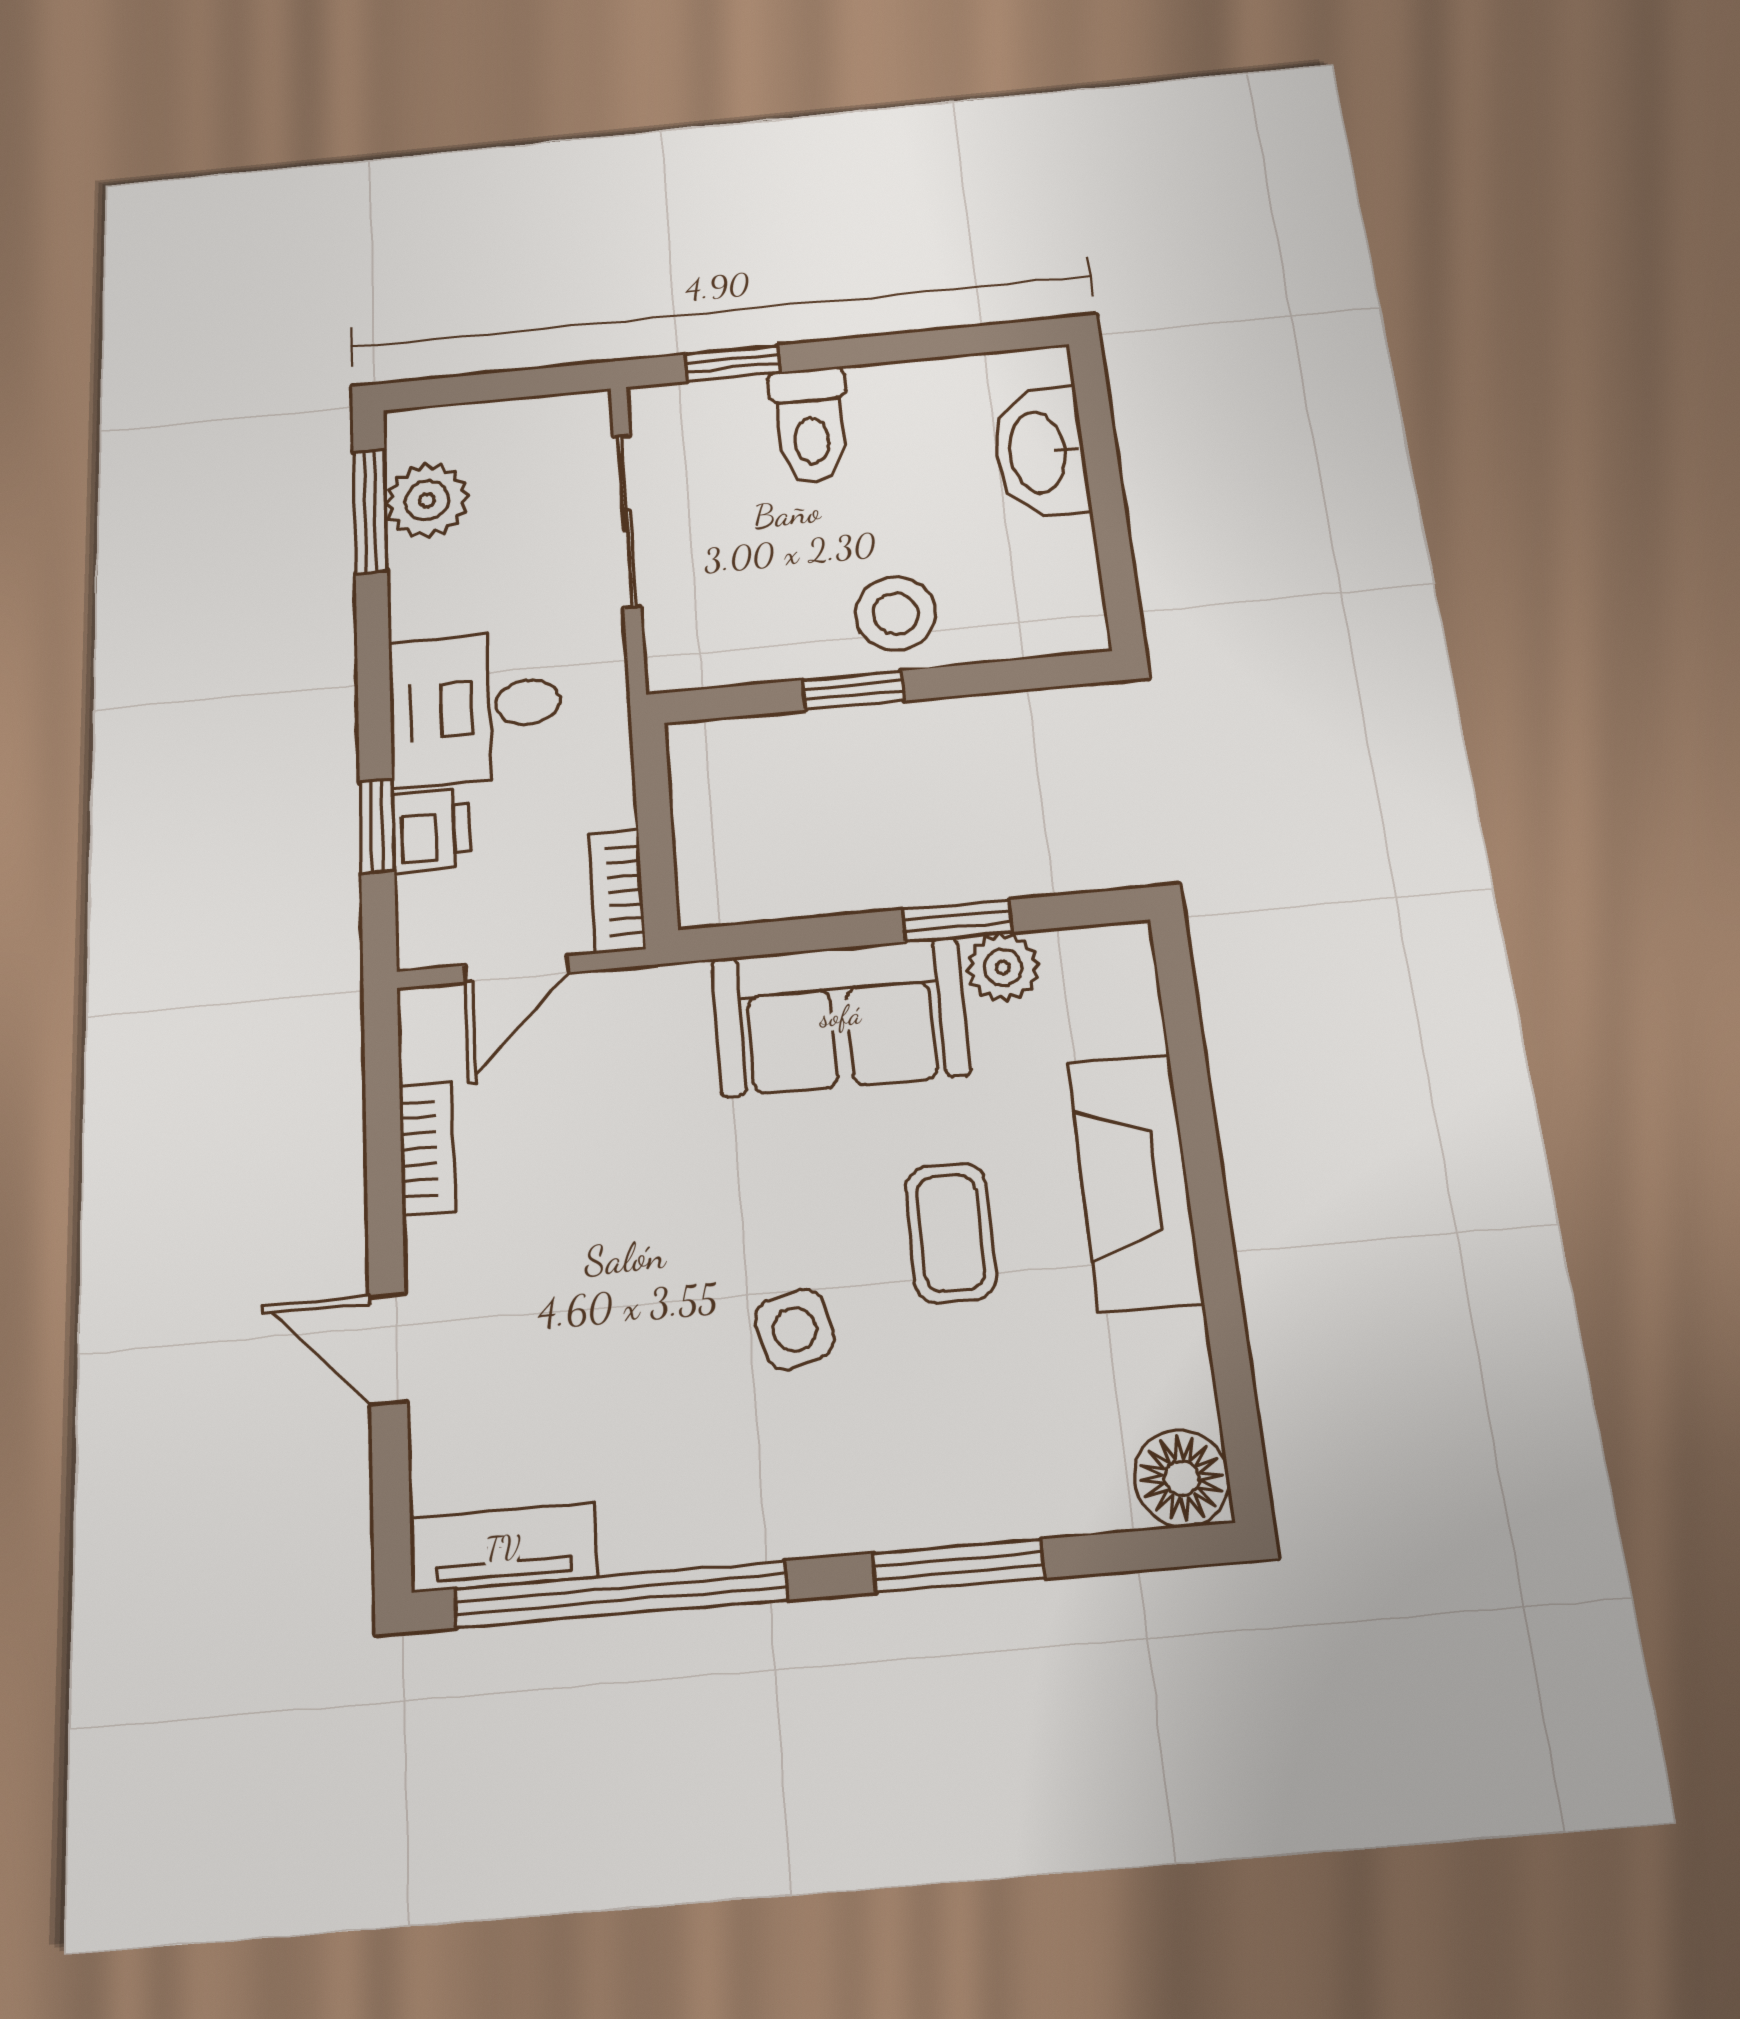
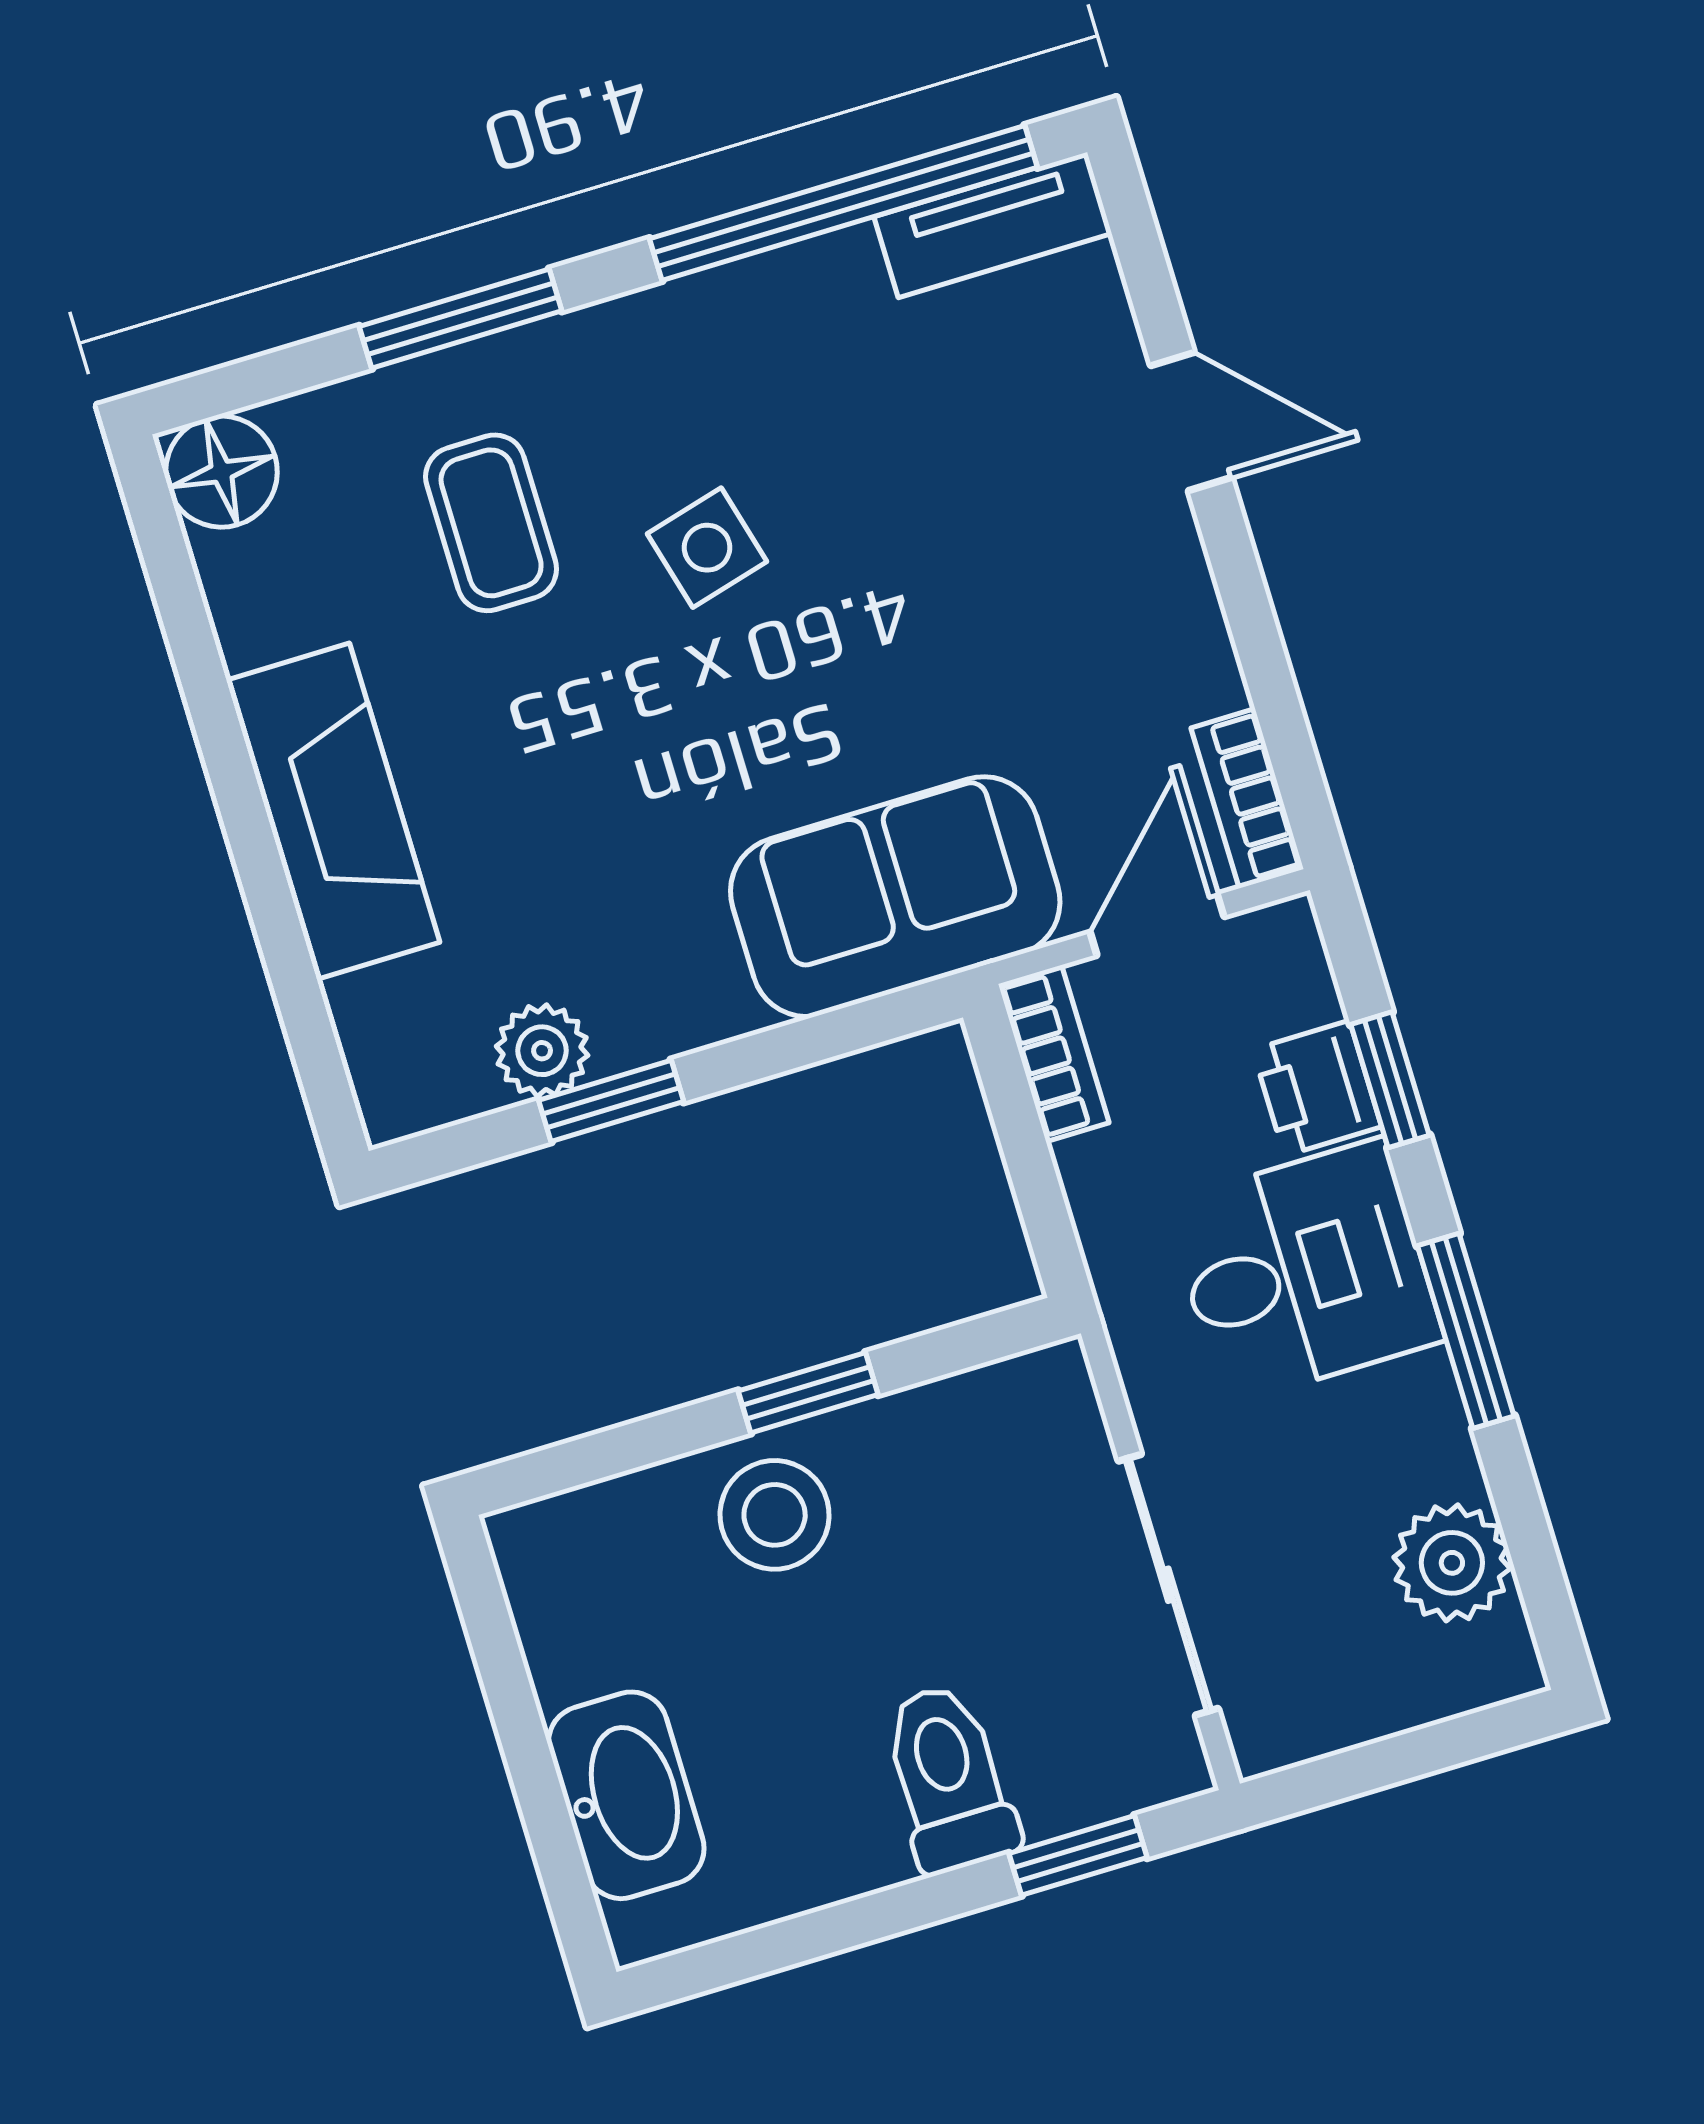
window: (370, 511) -> (1466, 1331), moved
sofa: (840, 1016) -> (895, 897), moved
bookcase: (427, 1148) -> (1247, 798), moved
coffee table: (951, 1233) -> (491, 523), moved

